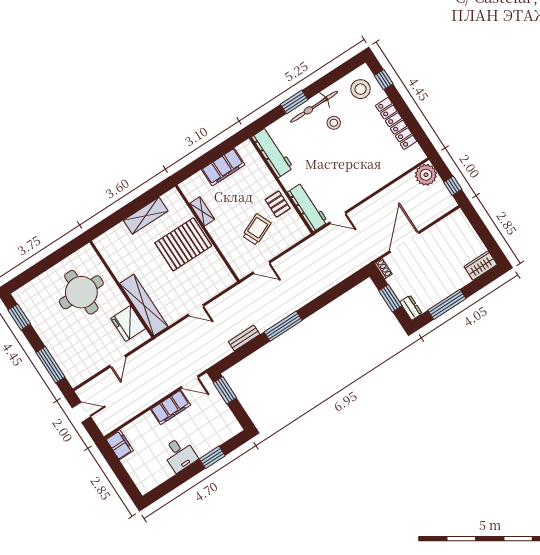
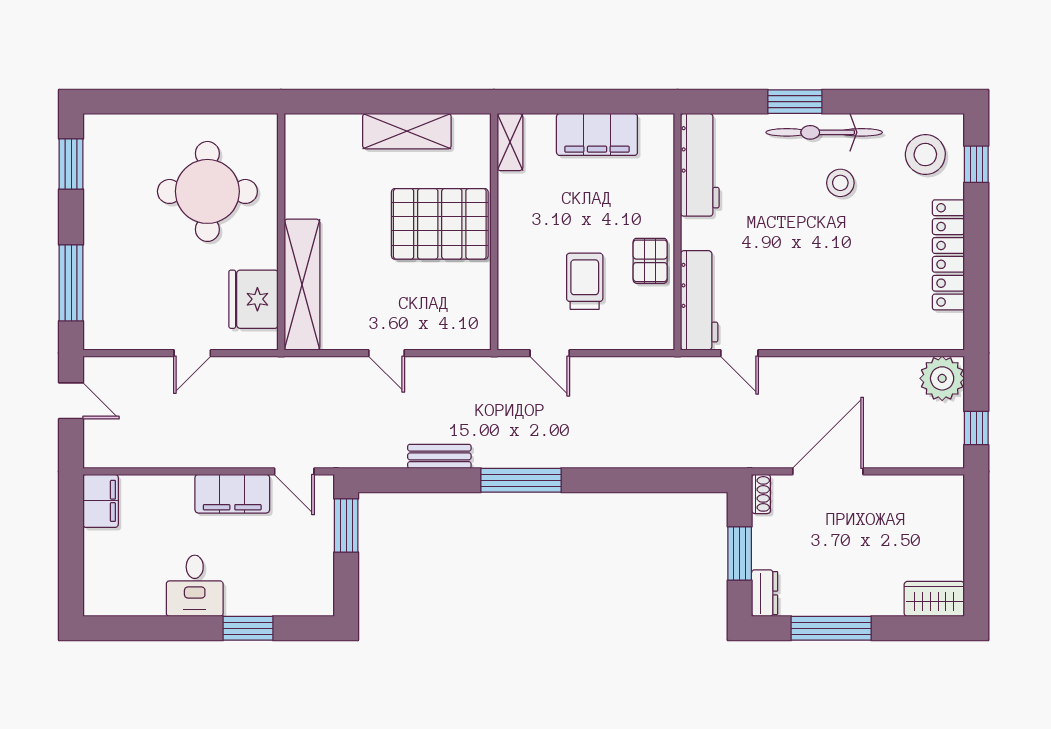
shelving: (202, 211) -> (510, 142), moved
trolley: (257, 229) -> (585, 281), turned -66

